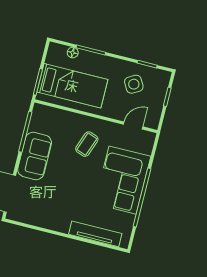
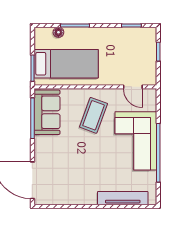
side table: (134, 84) -> (124, 48), removed
door: (133, 126) -> (133, 87), swing flipped
coffee table: (87, 144) -> (93, 115), width x1.36, depth x1.30
sofa: (35, 156) -> (47, 112), moved

